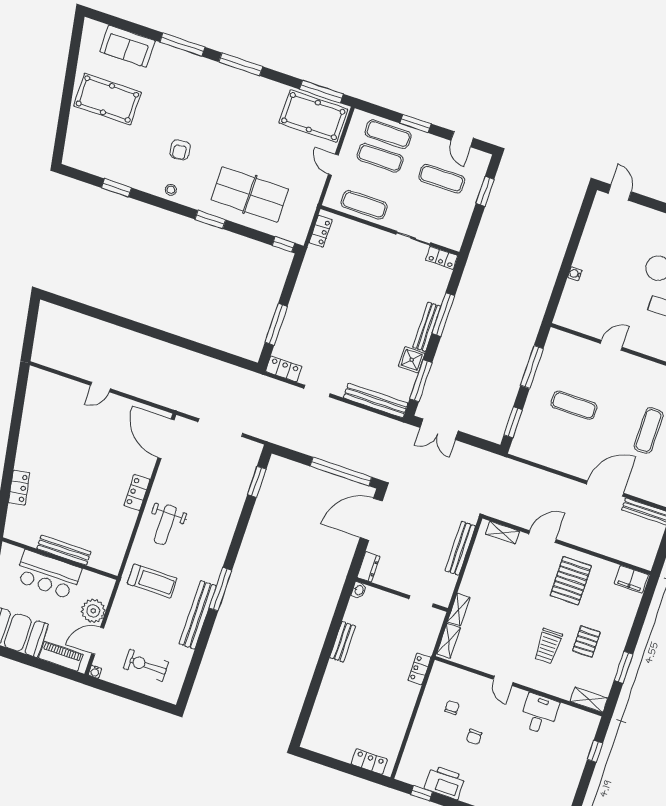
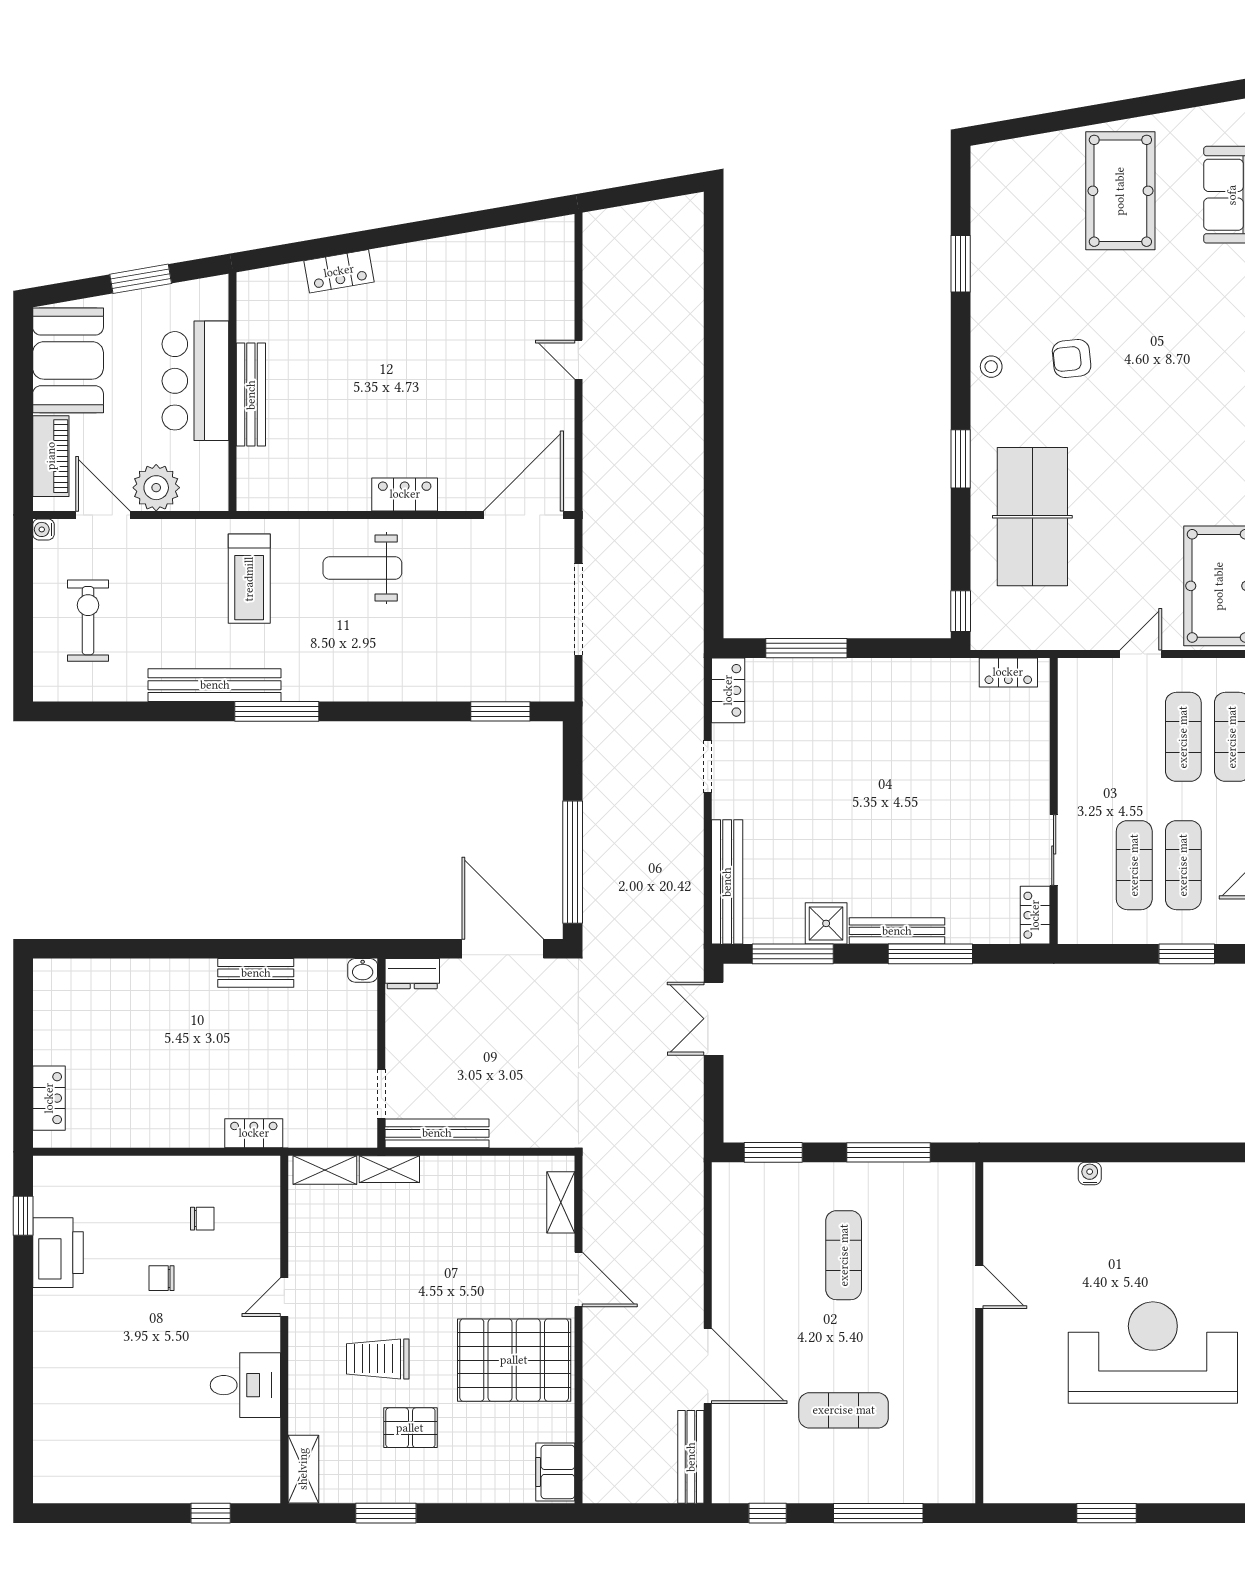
exercise mat: (364, 205) -> (1134, 865), moved
bench: (460, 548) -> (437, 1133), moved
pallet: (571, 581) -> (514, 1360), width x1.37, depth x1.41

